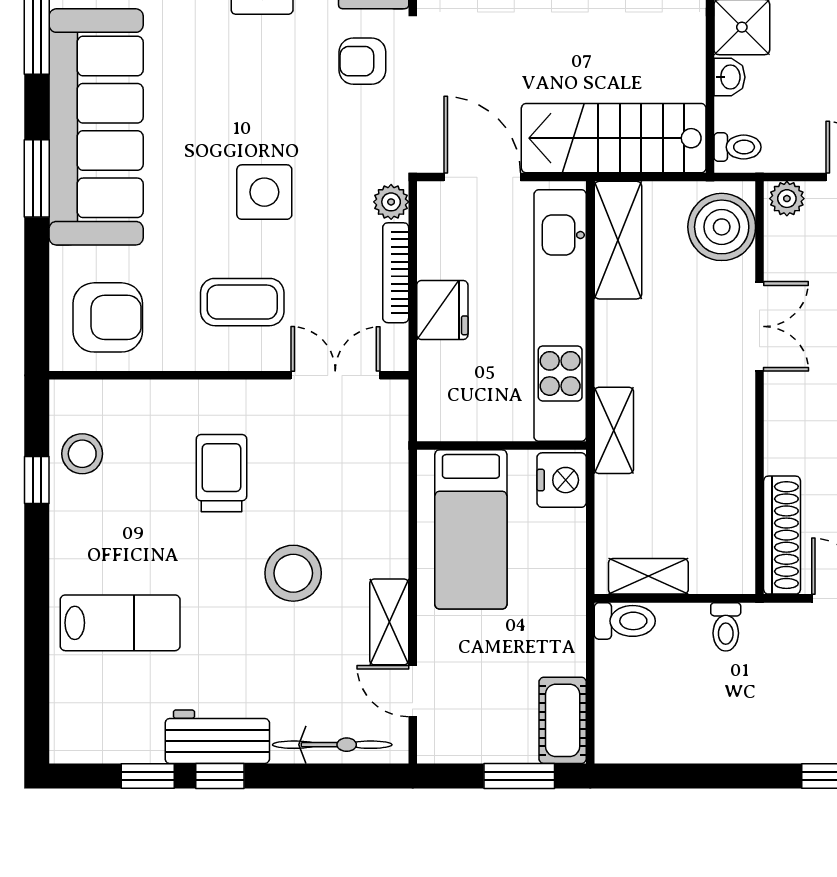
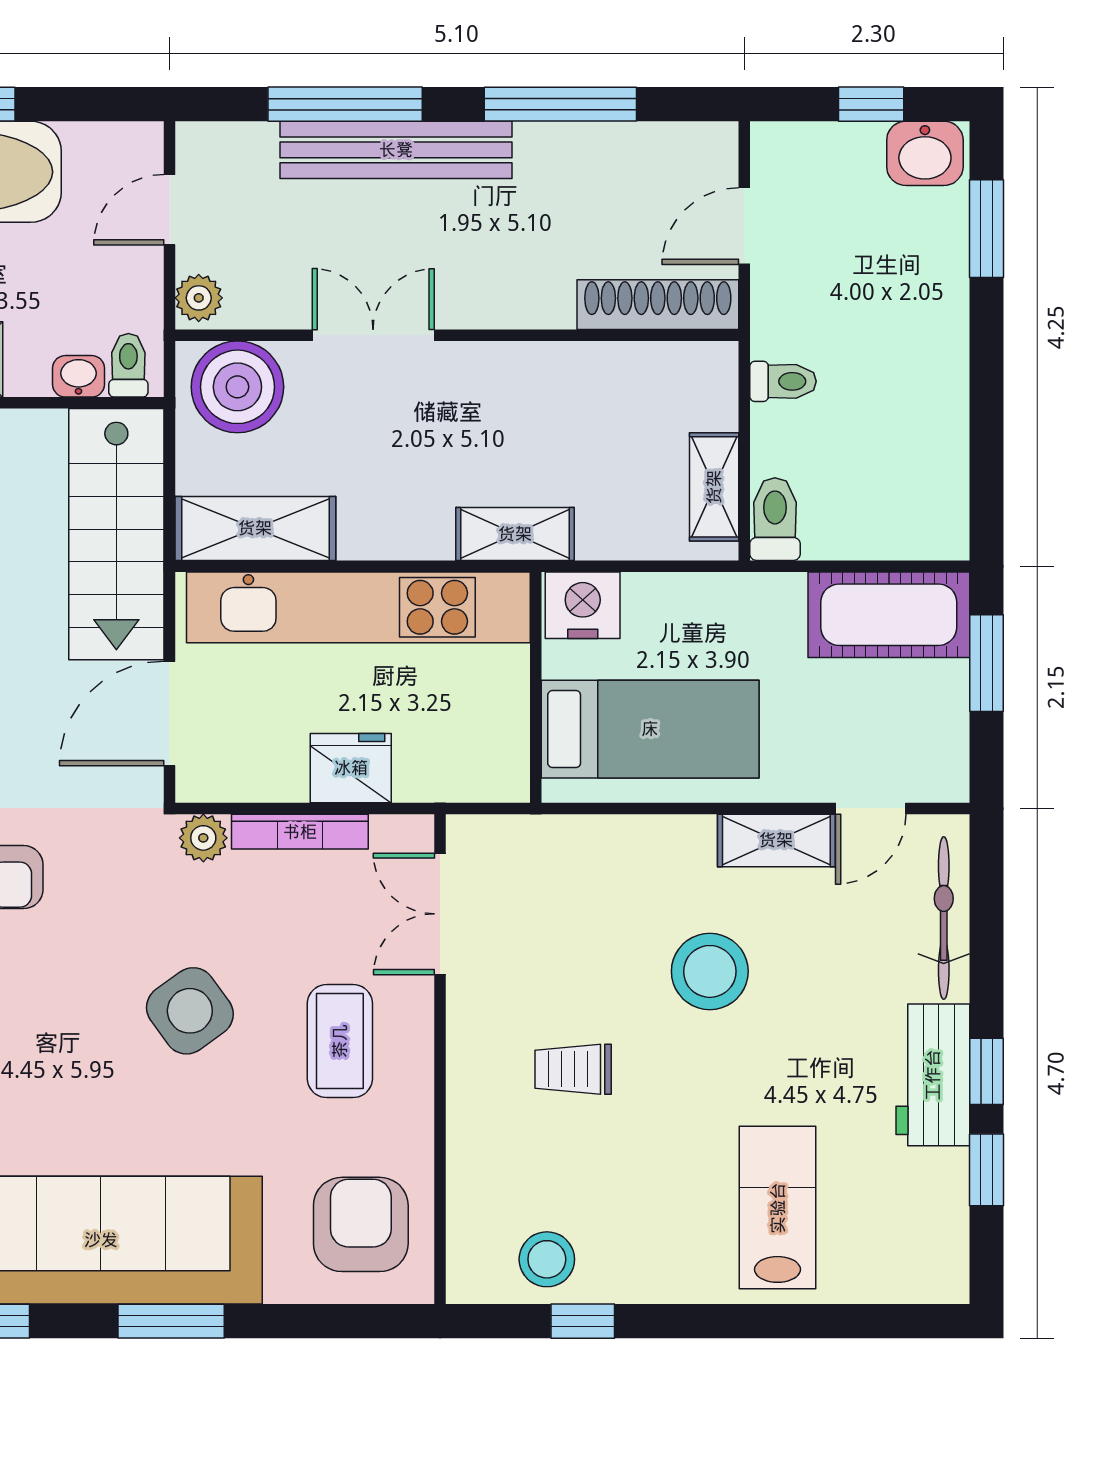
washbasin: (729, 77) -> (79, 376), moved
side table: (264, 192) -> (190, 1011), turned -36
trolley: (221, 473) -> (573, 1069), width x0.73, depth x0.72
cot: (563, 720) -> (889, 615), width x1.37, depth x1.34

